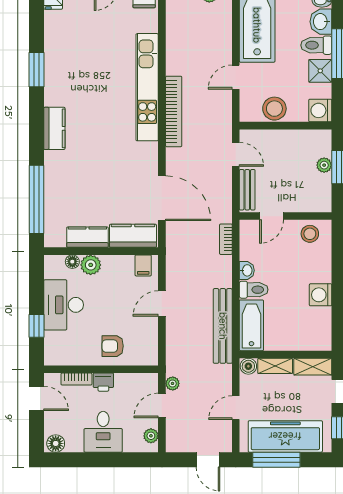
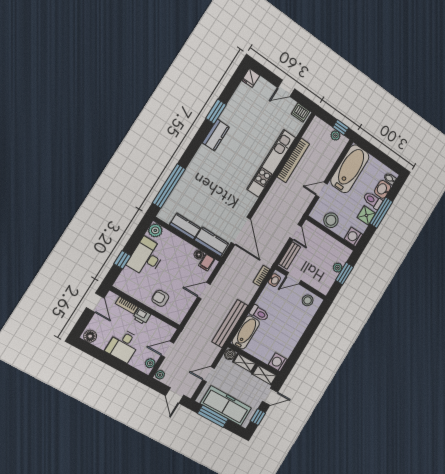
bookcase: (174, 111) -> (293, 160), moved
kitchen counter: (54, 128) -> (216, 135), moved
floor lamp: (72, 262) -> (199, 255), moved
plant: (91, 265) -> (155, 230), moved
washbasin: (247, 270) -> (274, 280), moved
washing machine: (321, 295) -> (278, 362), moved
plant: (173, 383) -> (160, 375), moved

